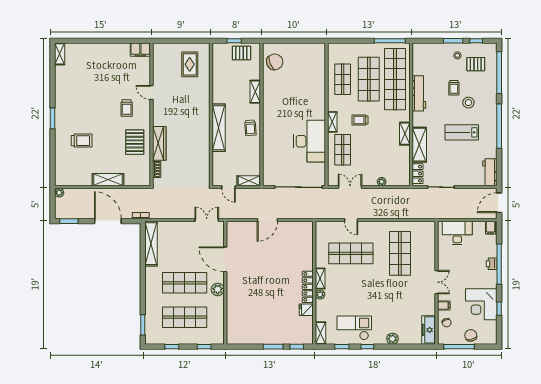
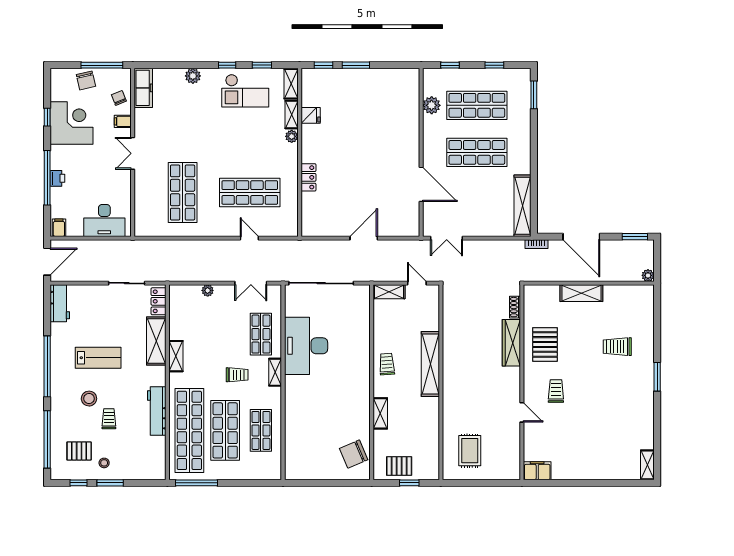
shelving: (320, 279) -> (292, 115), moved
locker: (308, 287) -> (308, 177), moved, width x0.66
plant: (218, 289) -> (432, 105), moved

